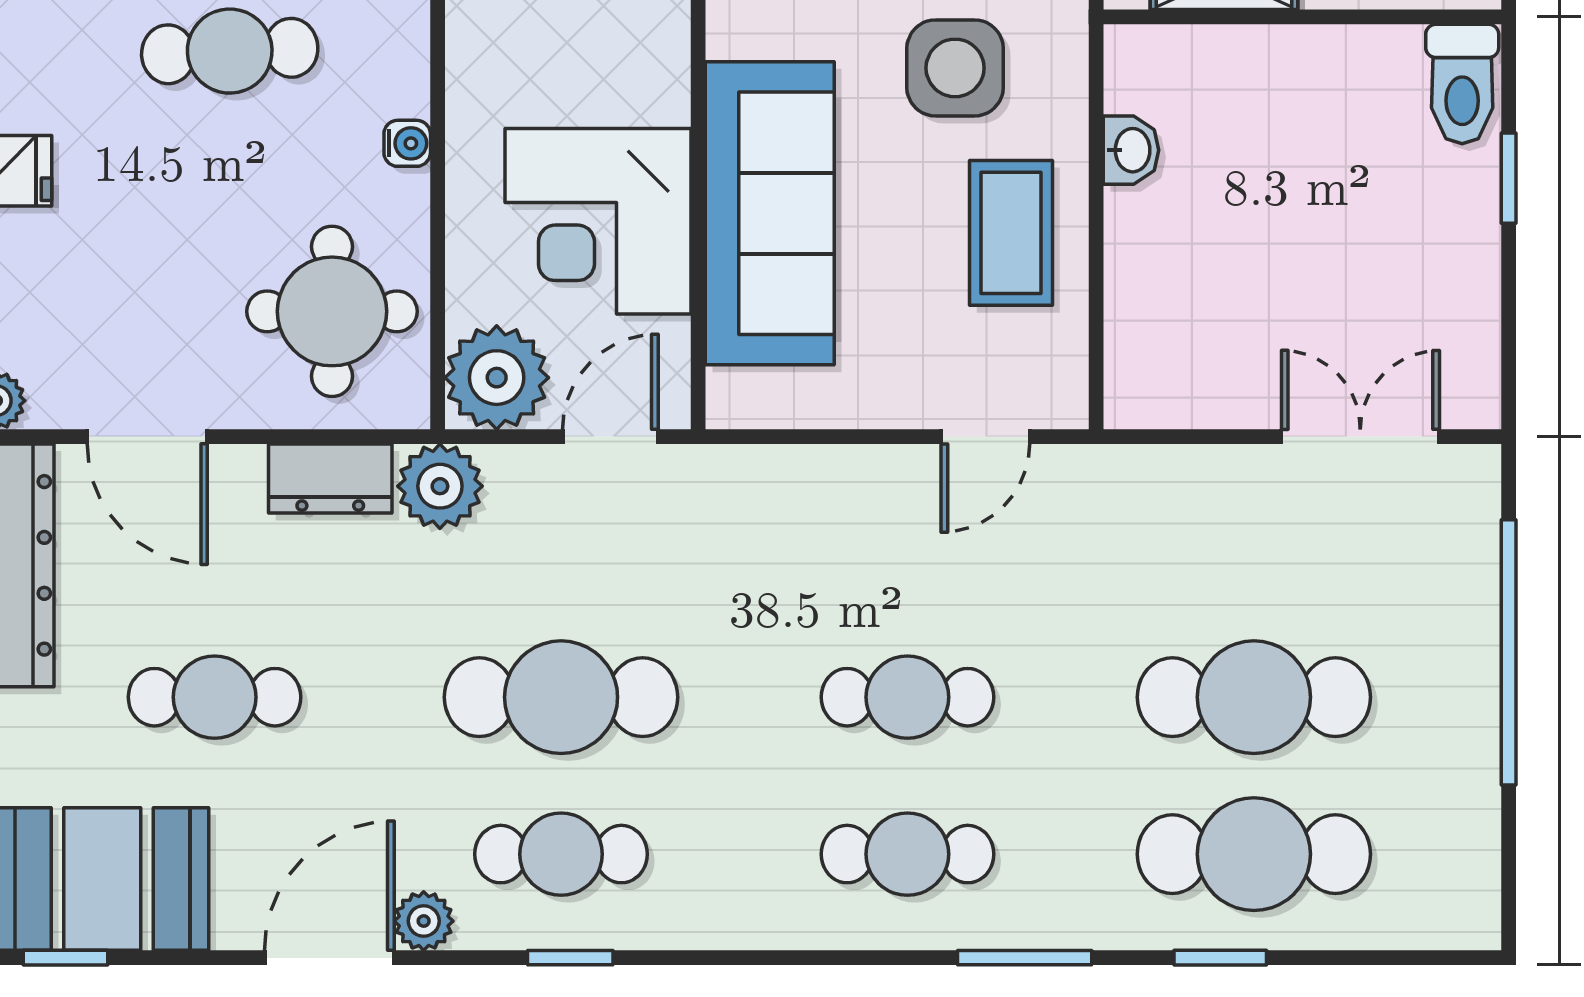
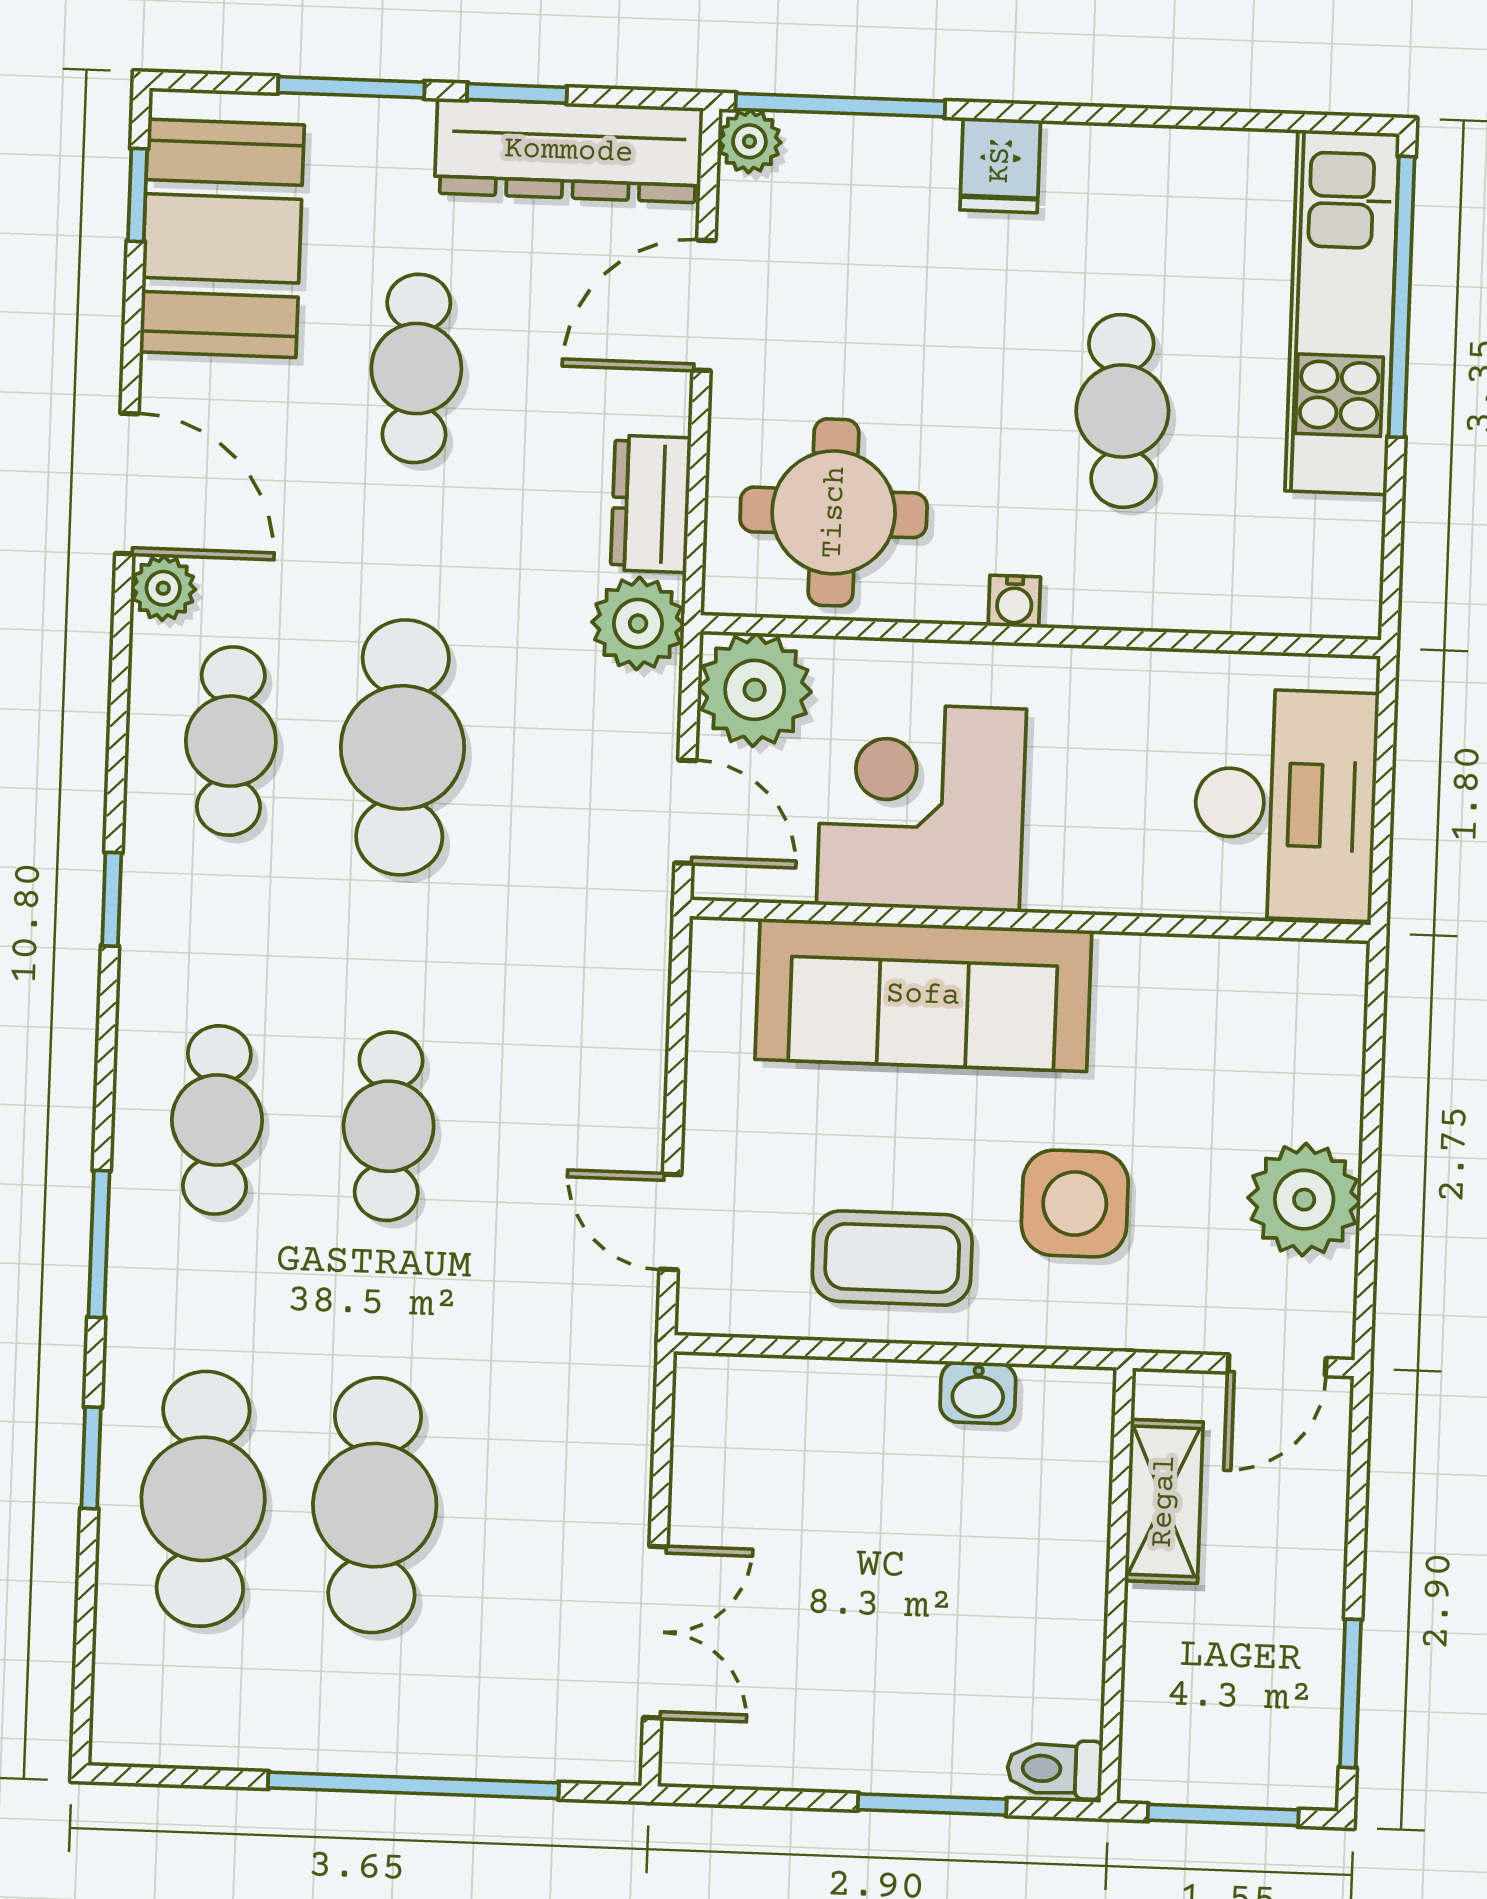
toilet: (1462, 84) -> (1055, 1769), width x0.73, depth x0.72
window: (1509, 178) -> (932, 1804), width x1.50
window: (570, 958) -> (112, 899), moved

